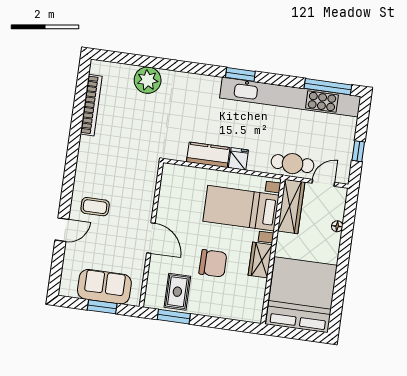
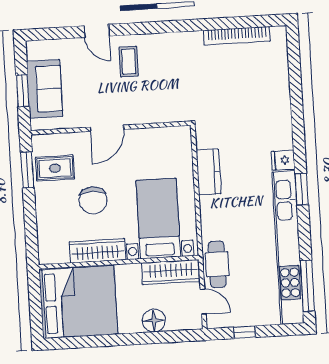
plant: (148, 80) -> (276, 91), removed
fridge: (238, 159) -> (283, 160), moved, turned 180
floor lamp: (337, 226) -> (154, 321), width x1.89, depth x1.89
wardrobe: (260, 260) -> (98, 251), width x1.50

